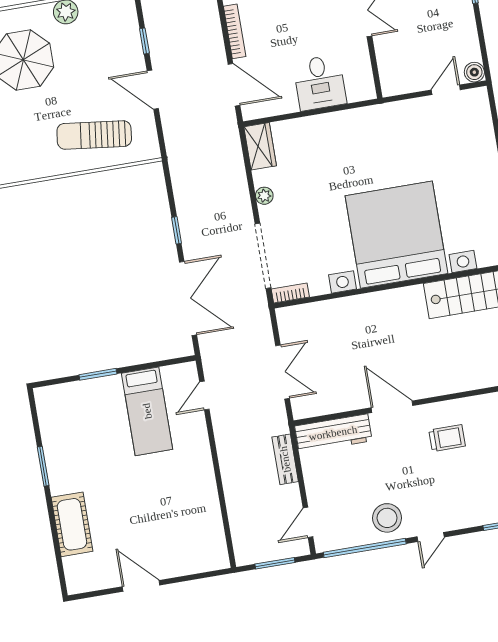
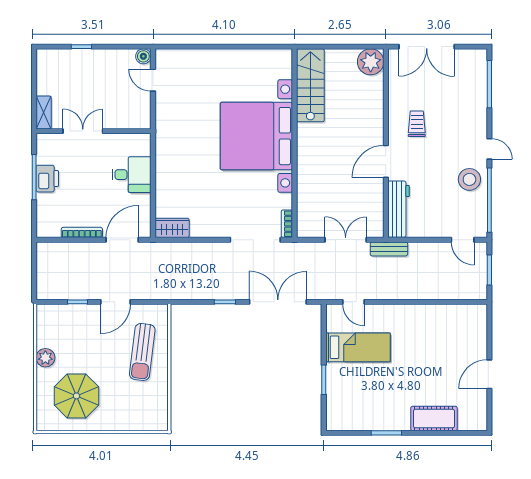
plant: (264, 196) -> (210, 231), removed
bench: (285, 459) -> (389, 249), moved

